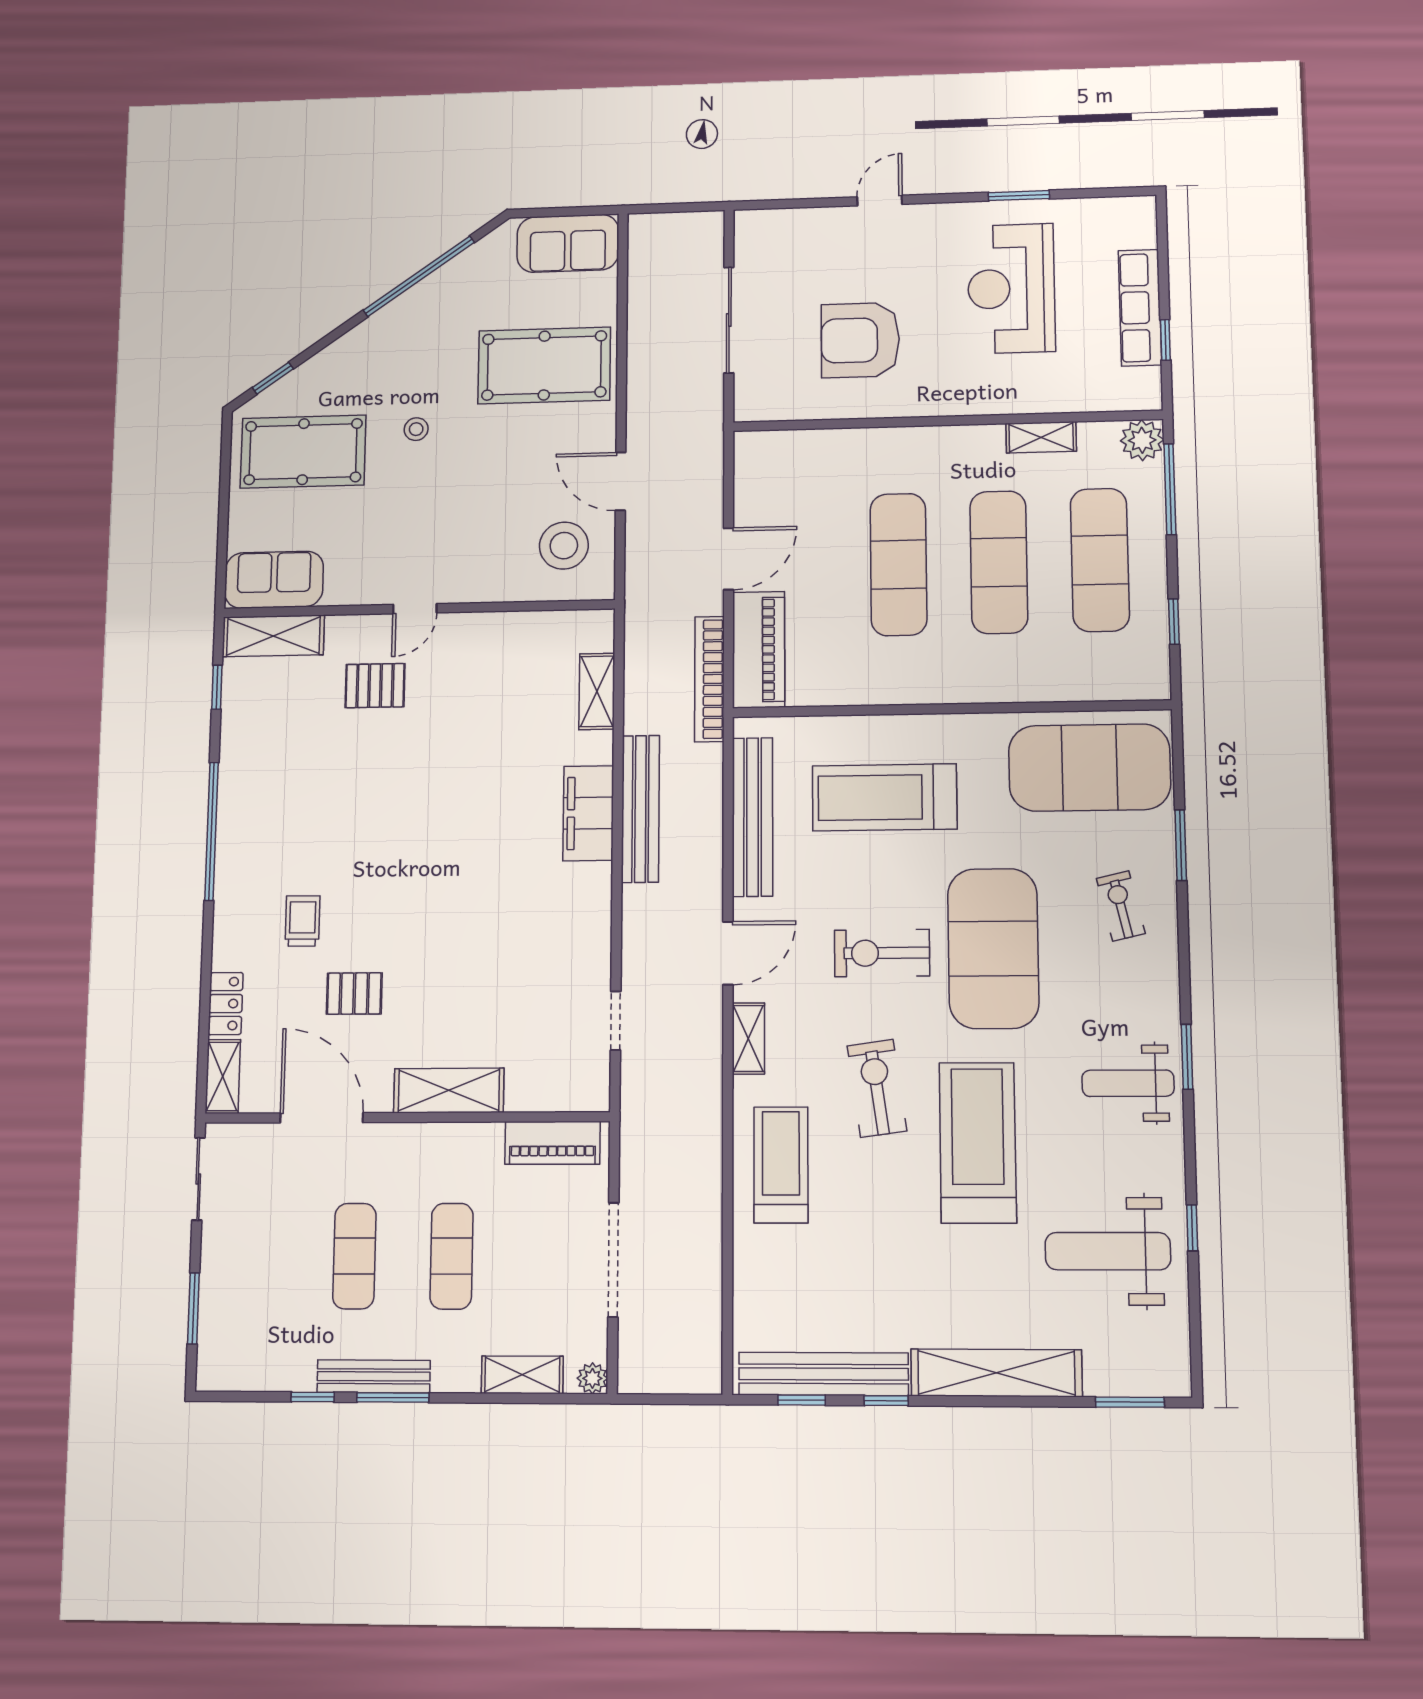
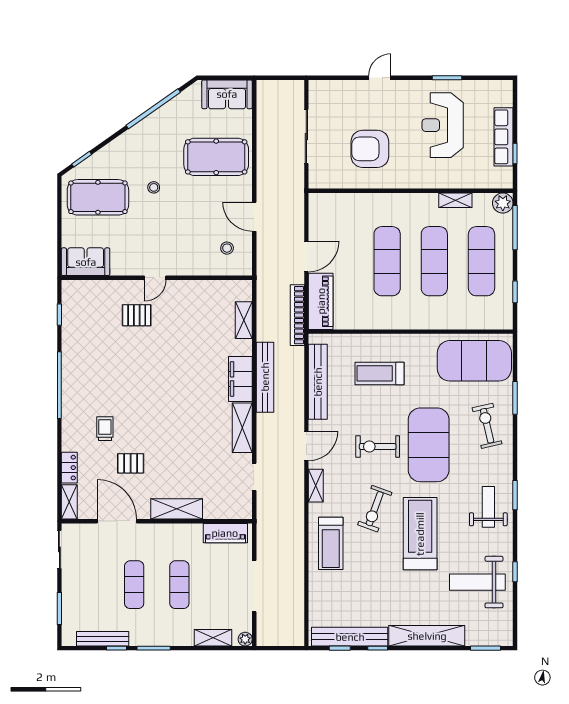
stool: (564, 546) -> (227, 248), width x0.53, depth x0.53
shelving: (273, 636) -> (242, 428), moved, turned 90
treadmill: (884, 797) -> (379, 373), width x0.73, depth x0.73
exercise bike: (1121, 906) -> (487, 426), width x1.38, depth x1.39
weight bench: (1128, 1083) -> (488, 507), turned 90
exercise bike: (877, 1088) -> (375, 509), turned -152
treadmill: (781, 1165) -> (331, 543), turned 180
bench: (374, 1376) -> (103, 639), moved

